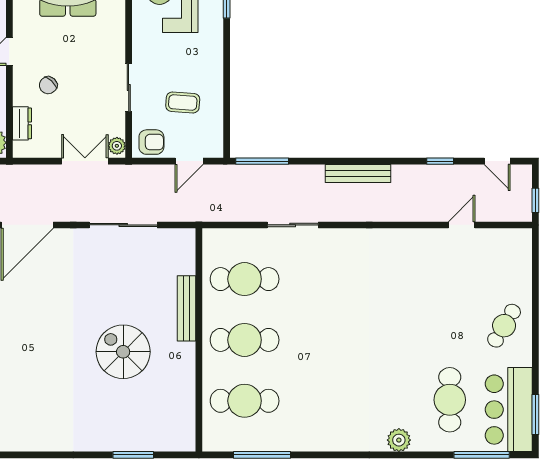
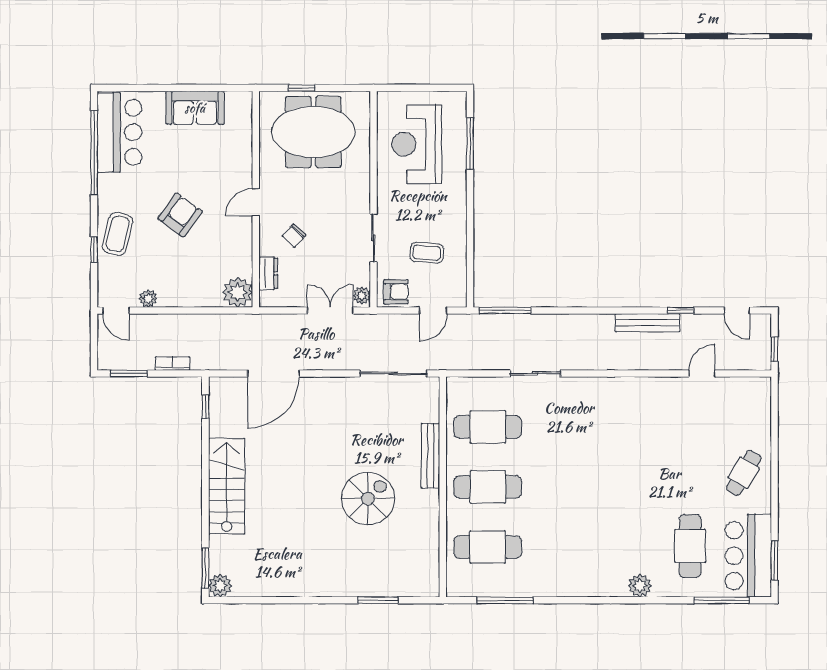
bench: (358, 173) -> (648, 323), moved
sliding door: (123, 225) -> (393, 373), moved
spiral stairs: (123, 352) -> (368, 499), turned 90

